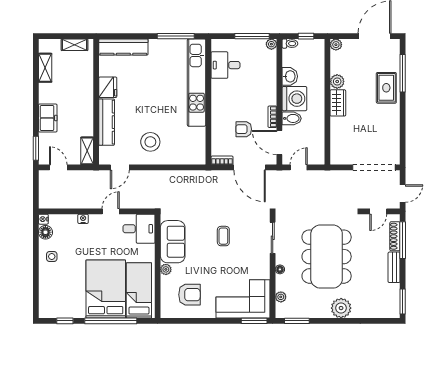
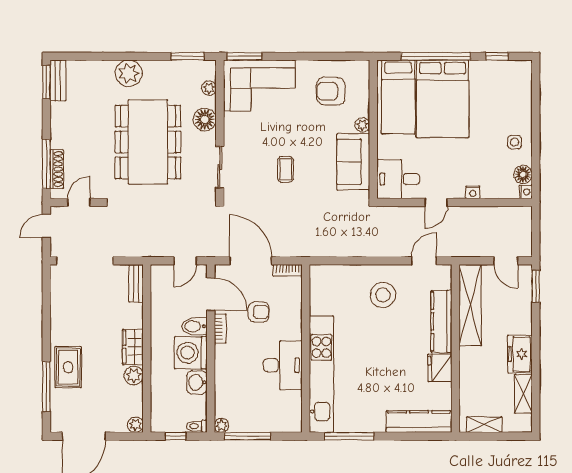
desk: (225, 65) -> (283, 365), moved, width x1.37
freezer: (48, 118) -> (520, 354), moved
shelving: (87, 151) -> (470, 305), width x2.20, depth x1.33
bench: (336, 151) -> (136, 283), added
bench: (394, 267) -> (58, 80), moved
floor lamp: (280, 269) -> (205, 119), width x1.89, depth x1.89

